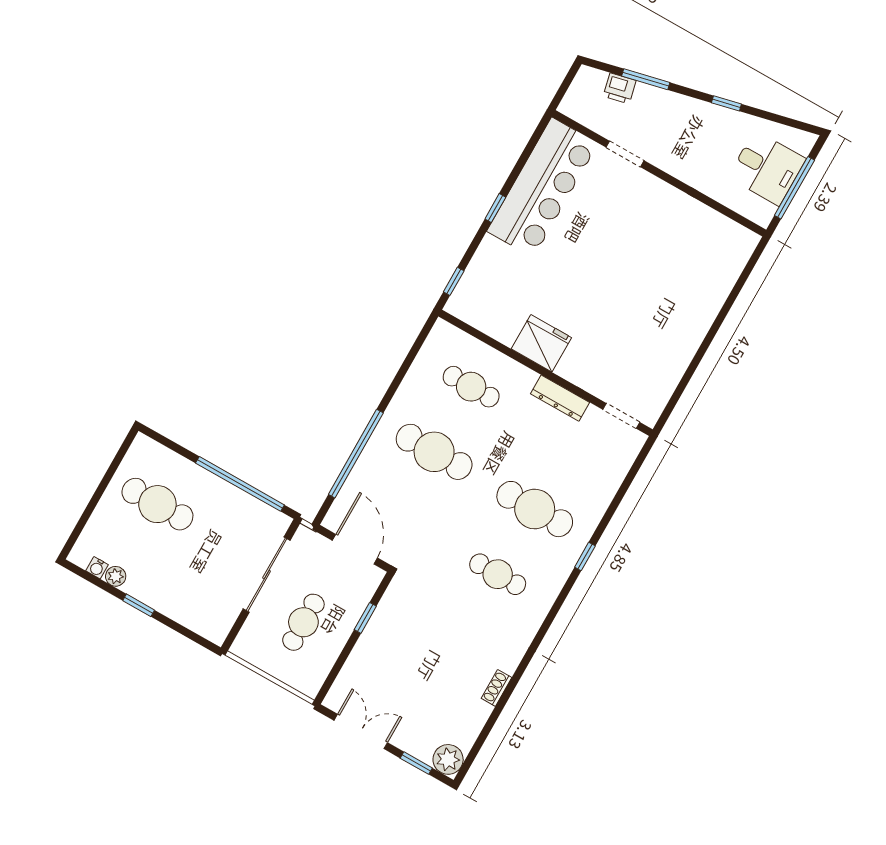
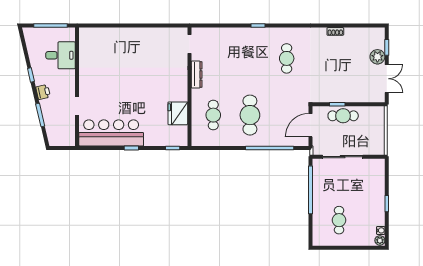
printer: (620, 88) -> (43, 92), moved
desk: (767, 168) -> (61, 55), moved, turned 90
fridge: (541, 343) -> (178, 113), moved
cafe table: (157, 504) -> (339, 220), width x0.73, depth x0.74
cafe table: (535, 509) -> (250, 58), removed
plant: (116, 576) -> (380, 240), moved
cafe table: (303, 622) -> (343, 116), moved
double door: (361, 731) -> (387, 79), swing flipped
plant: (448, 759) -> (377, 57), moved

